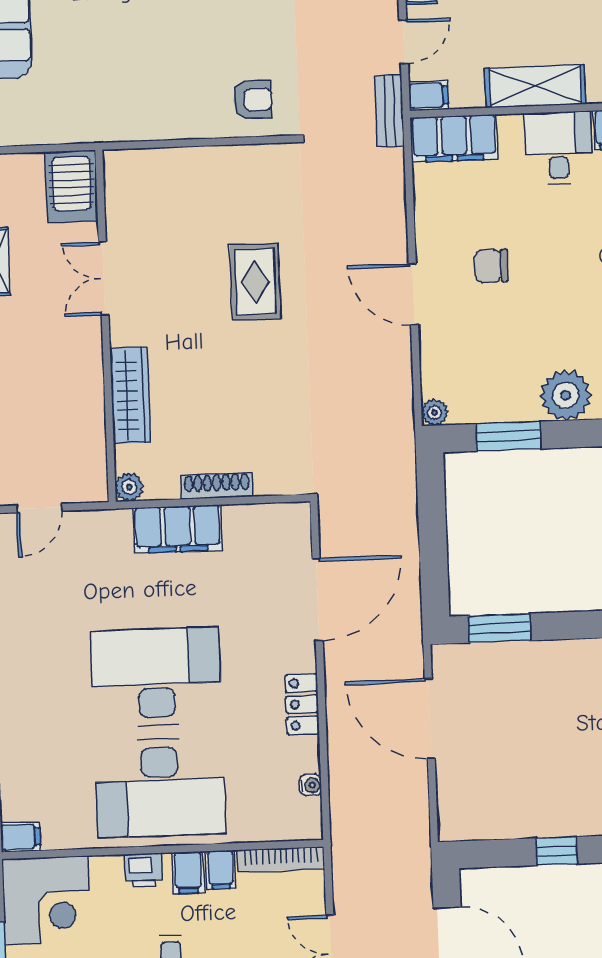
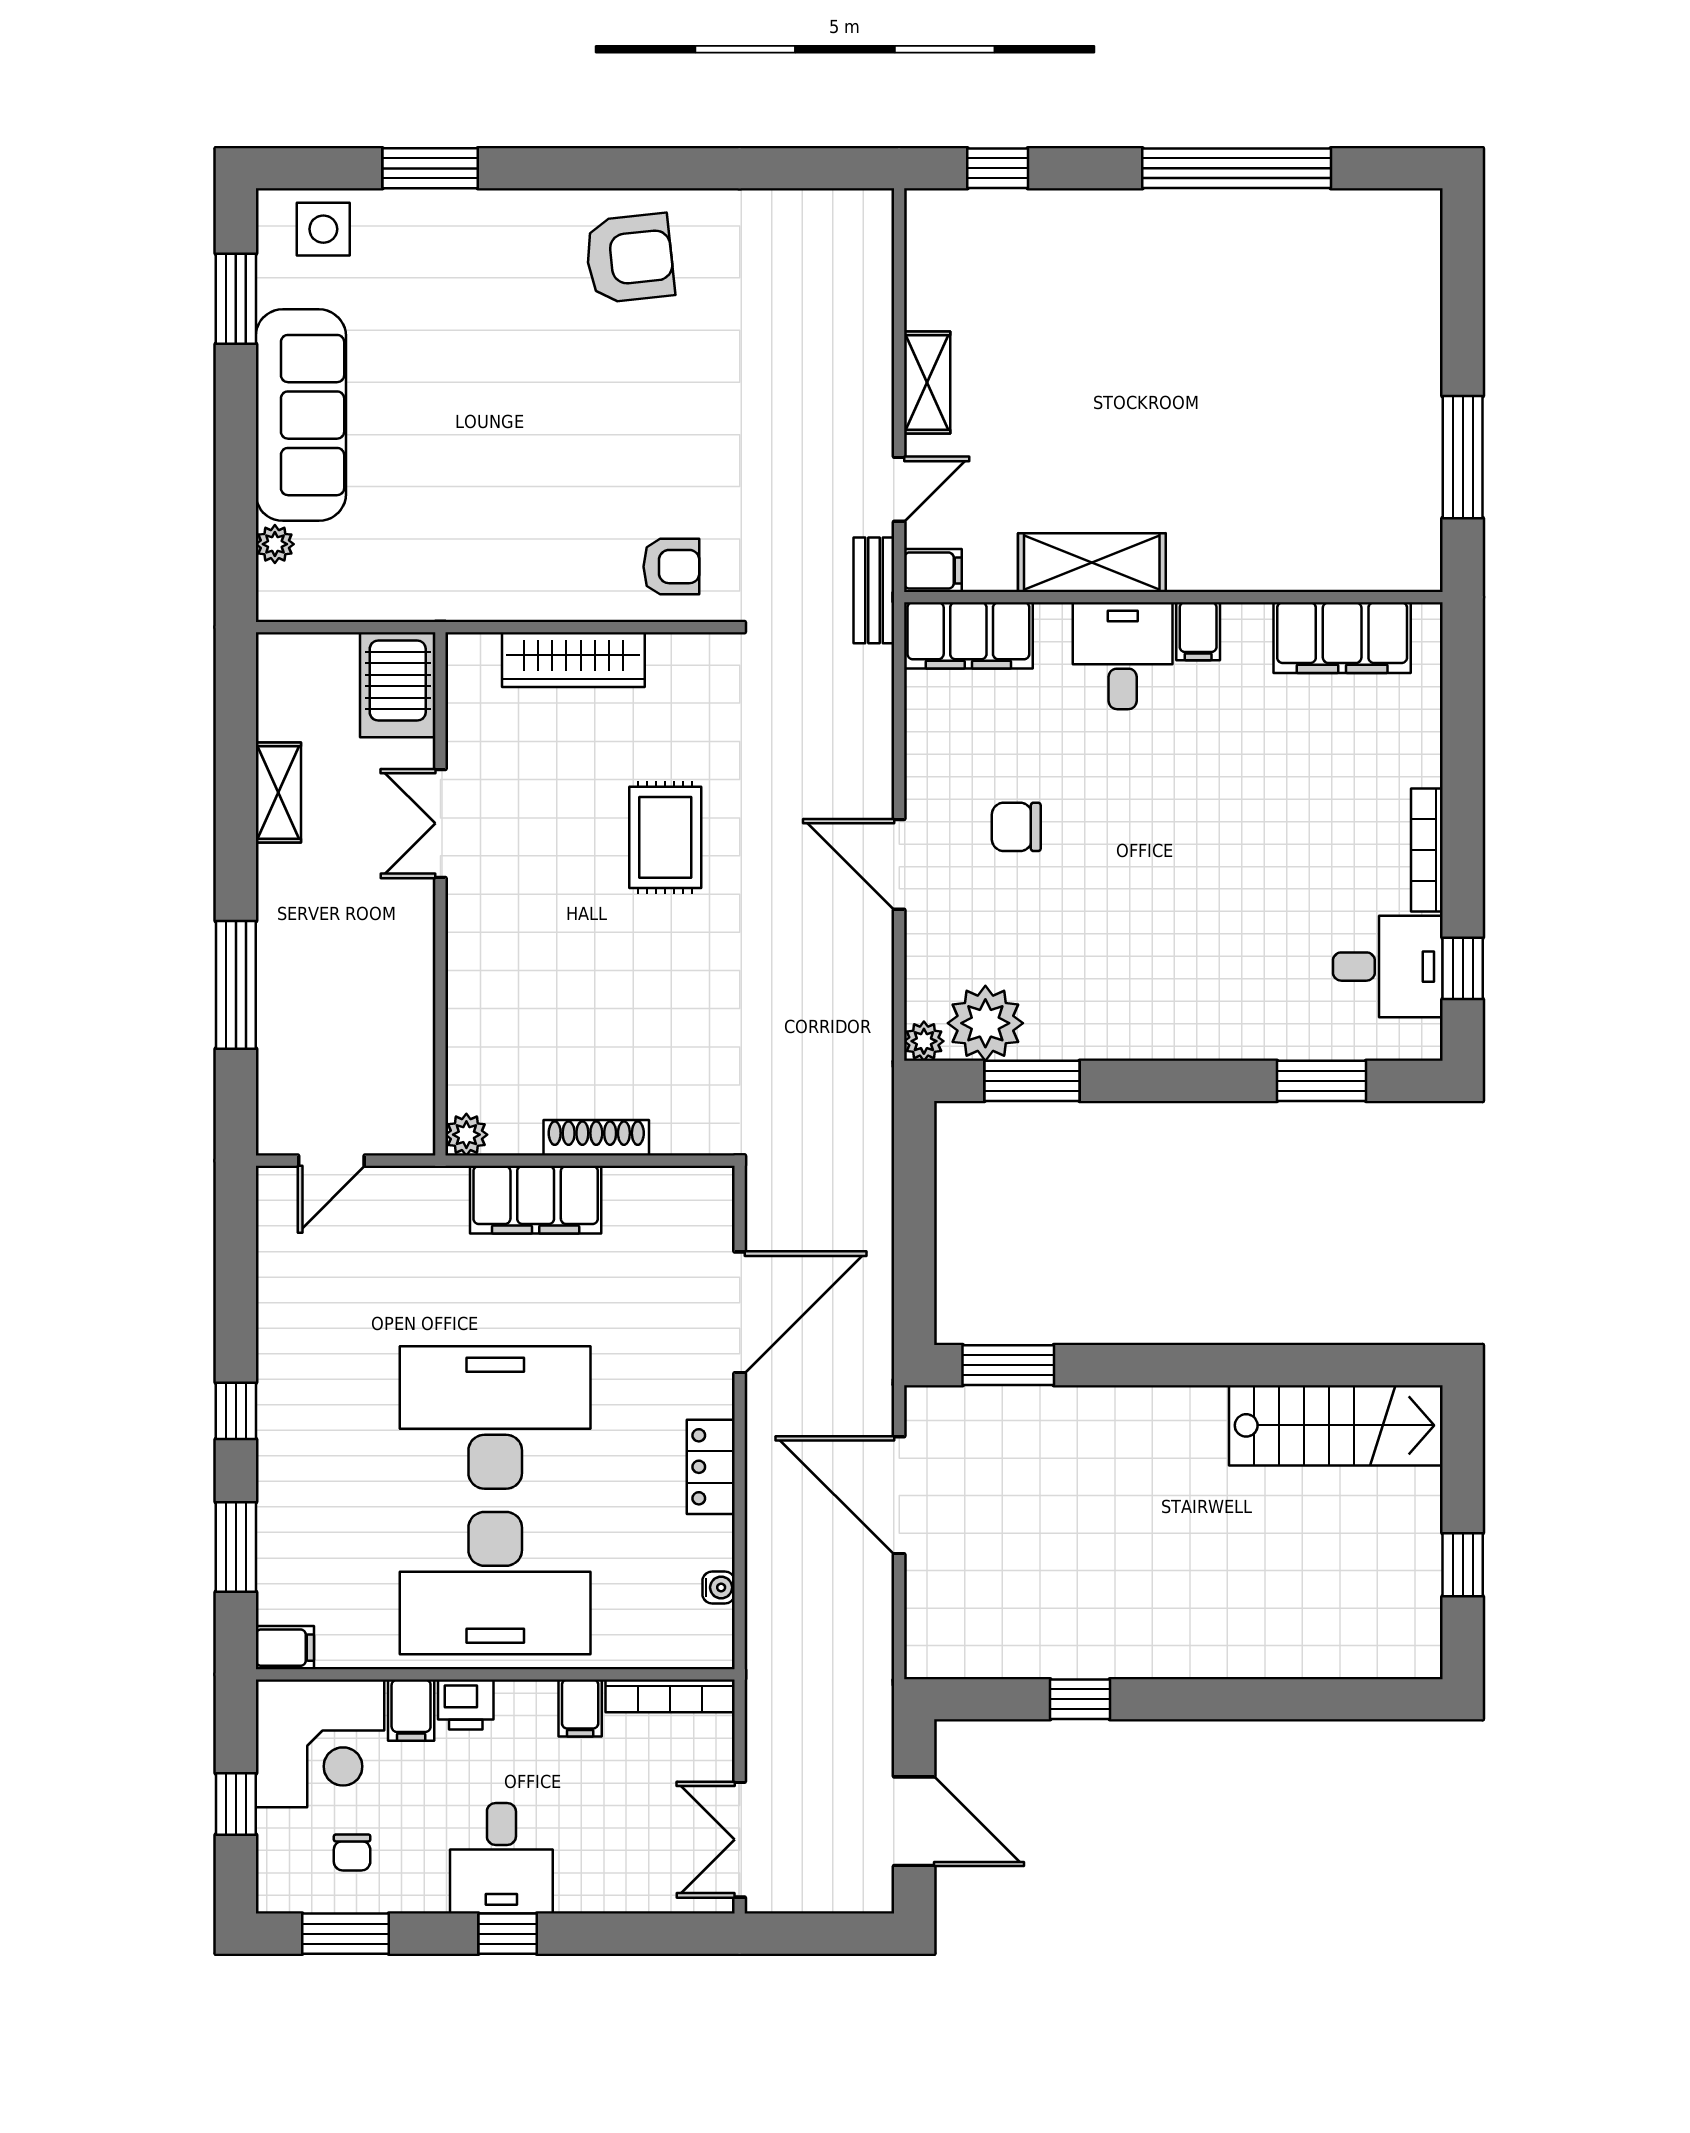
wardrobe: (130, 395) -> (573, 660), moved, turned 90
plant: (566, 395) -> (985, 1023), moved
filing cabinet: (188, 872) -> (411, 1710), moved

